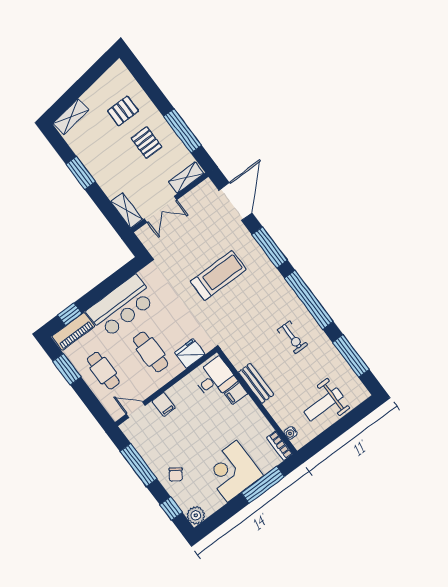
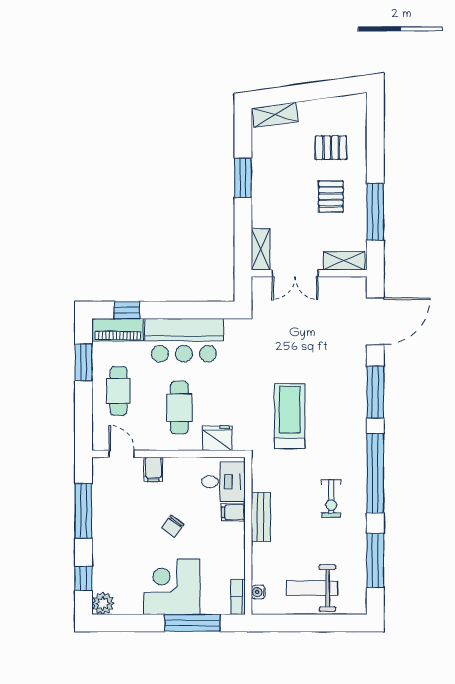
treadmill: (218, 275) -> (290, 416), moved, turned -90
chair: (176, 474) -> (172, 526), moved

